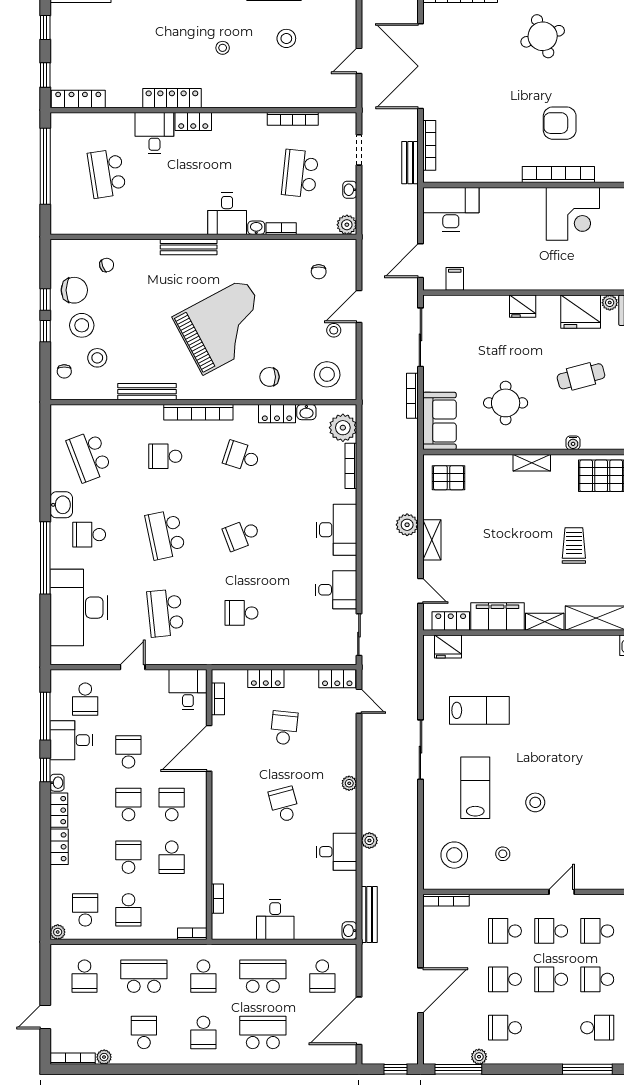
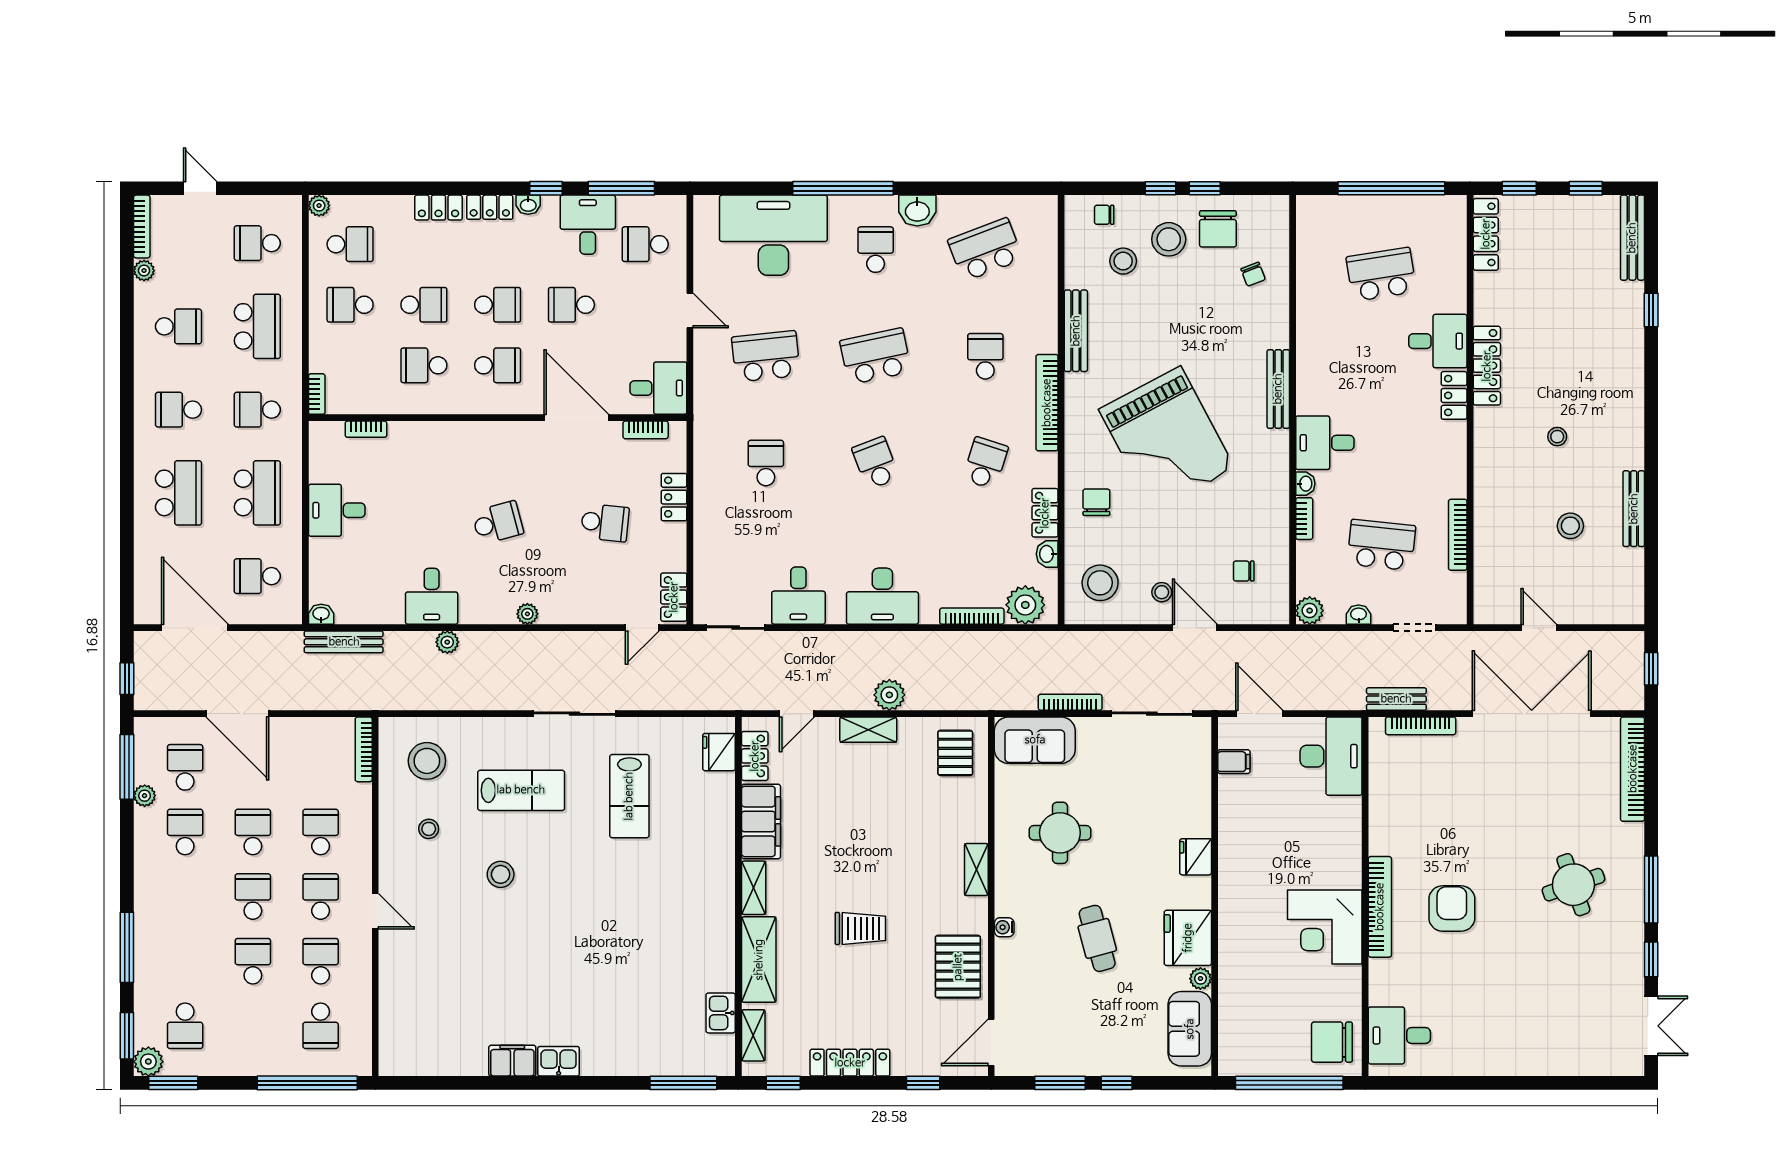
school desk: (128, 752) -> (571, 305), turned 180
school desk: (597, 1028) -> (185, 767), moved, turned 180

